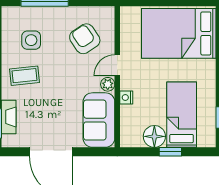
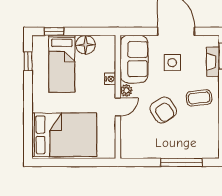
armchair: (85, 39) -> (163, 110), moved
side table: (31, 40) -> (172, 63), moved
window: (170, 152) -> (54, 31), moved

